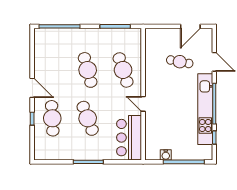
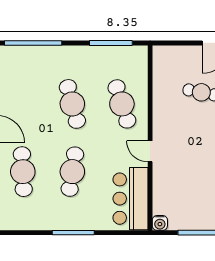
cafe table: (88, 118) -> (72, 172), turned 30
water cooler: (166, 155) -> (160, 223), moved

